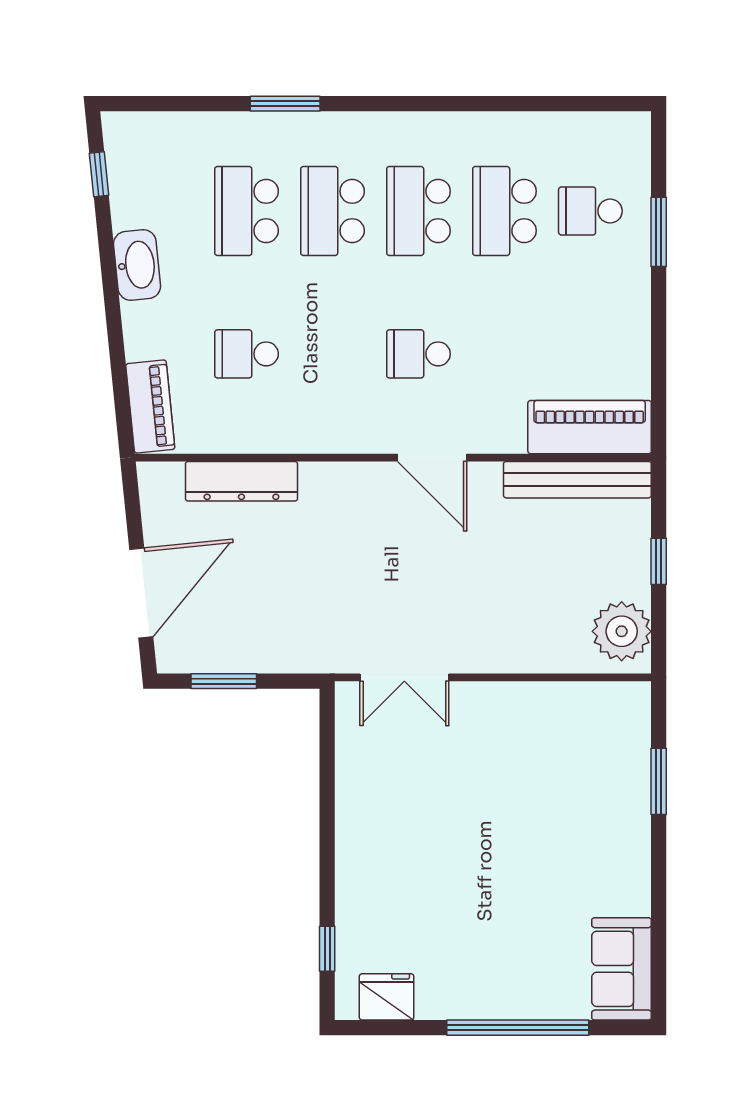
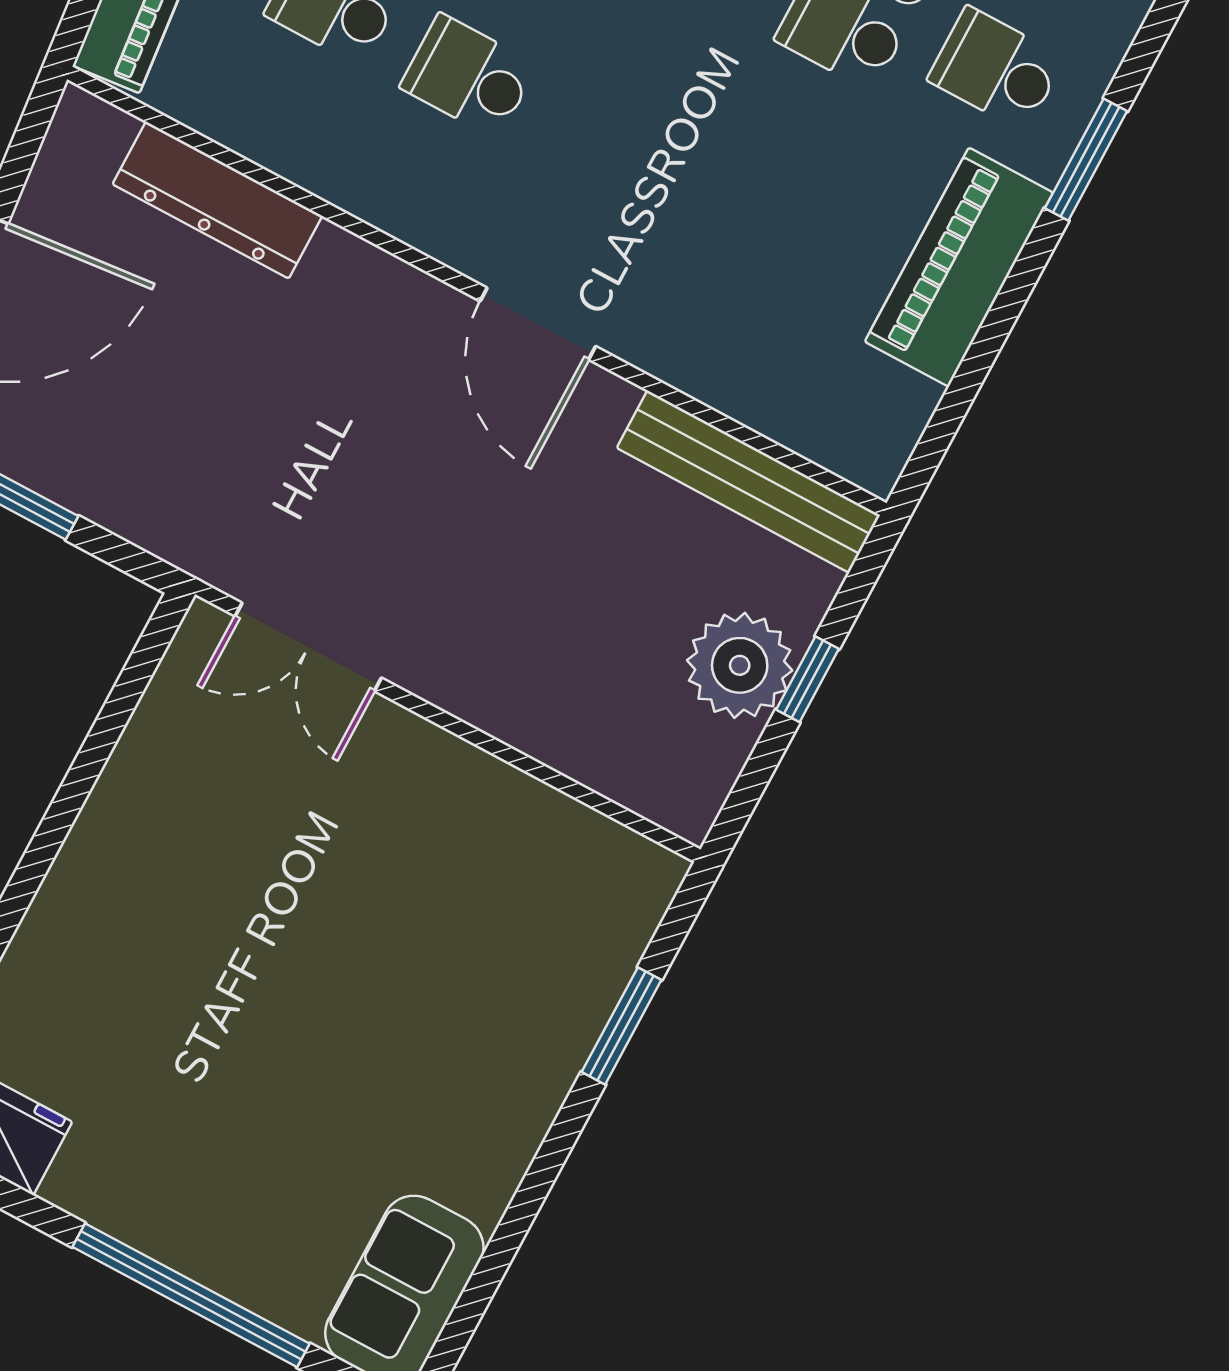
school desk: (418, 354) -> (469, 76), moved
piano: (590, 427) -> (959, 267), moved, turned -90
plant: (622, 631) -> (740, 665), moved

